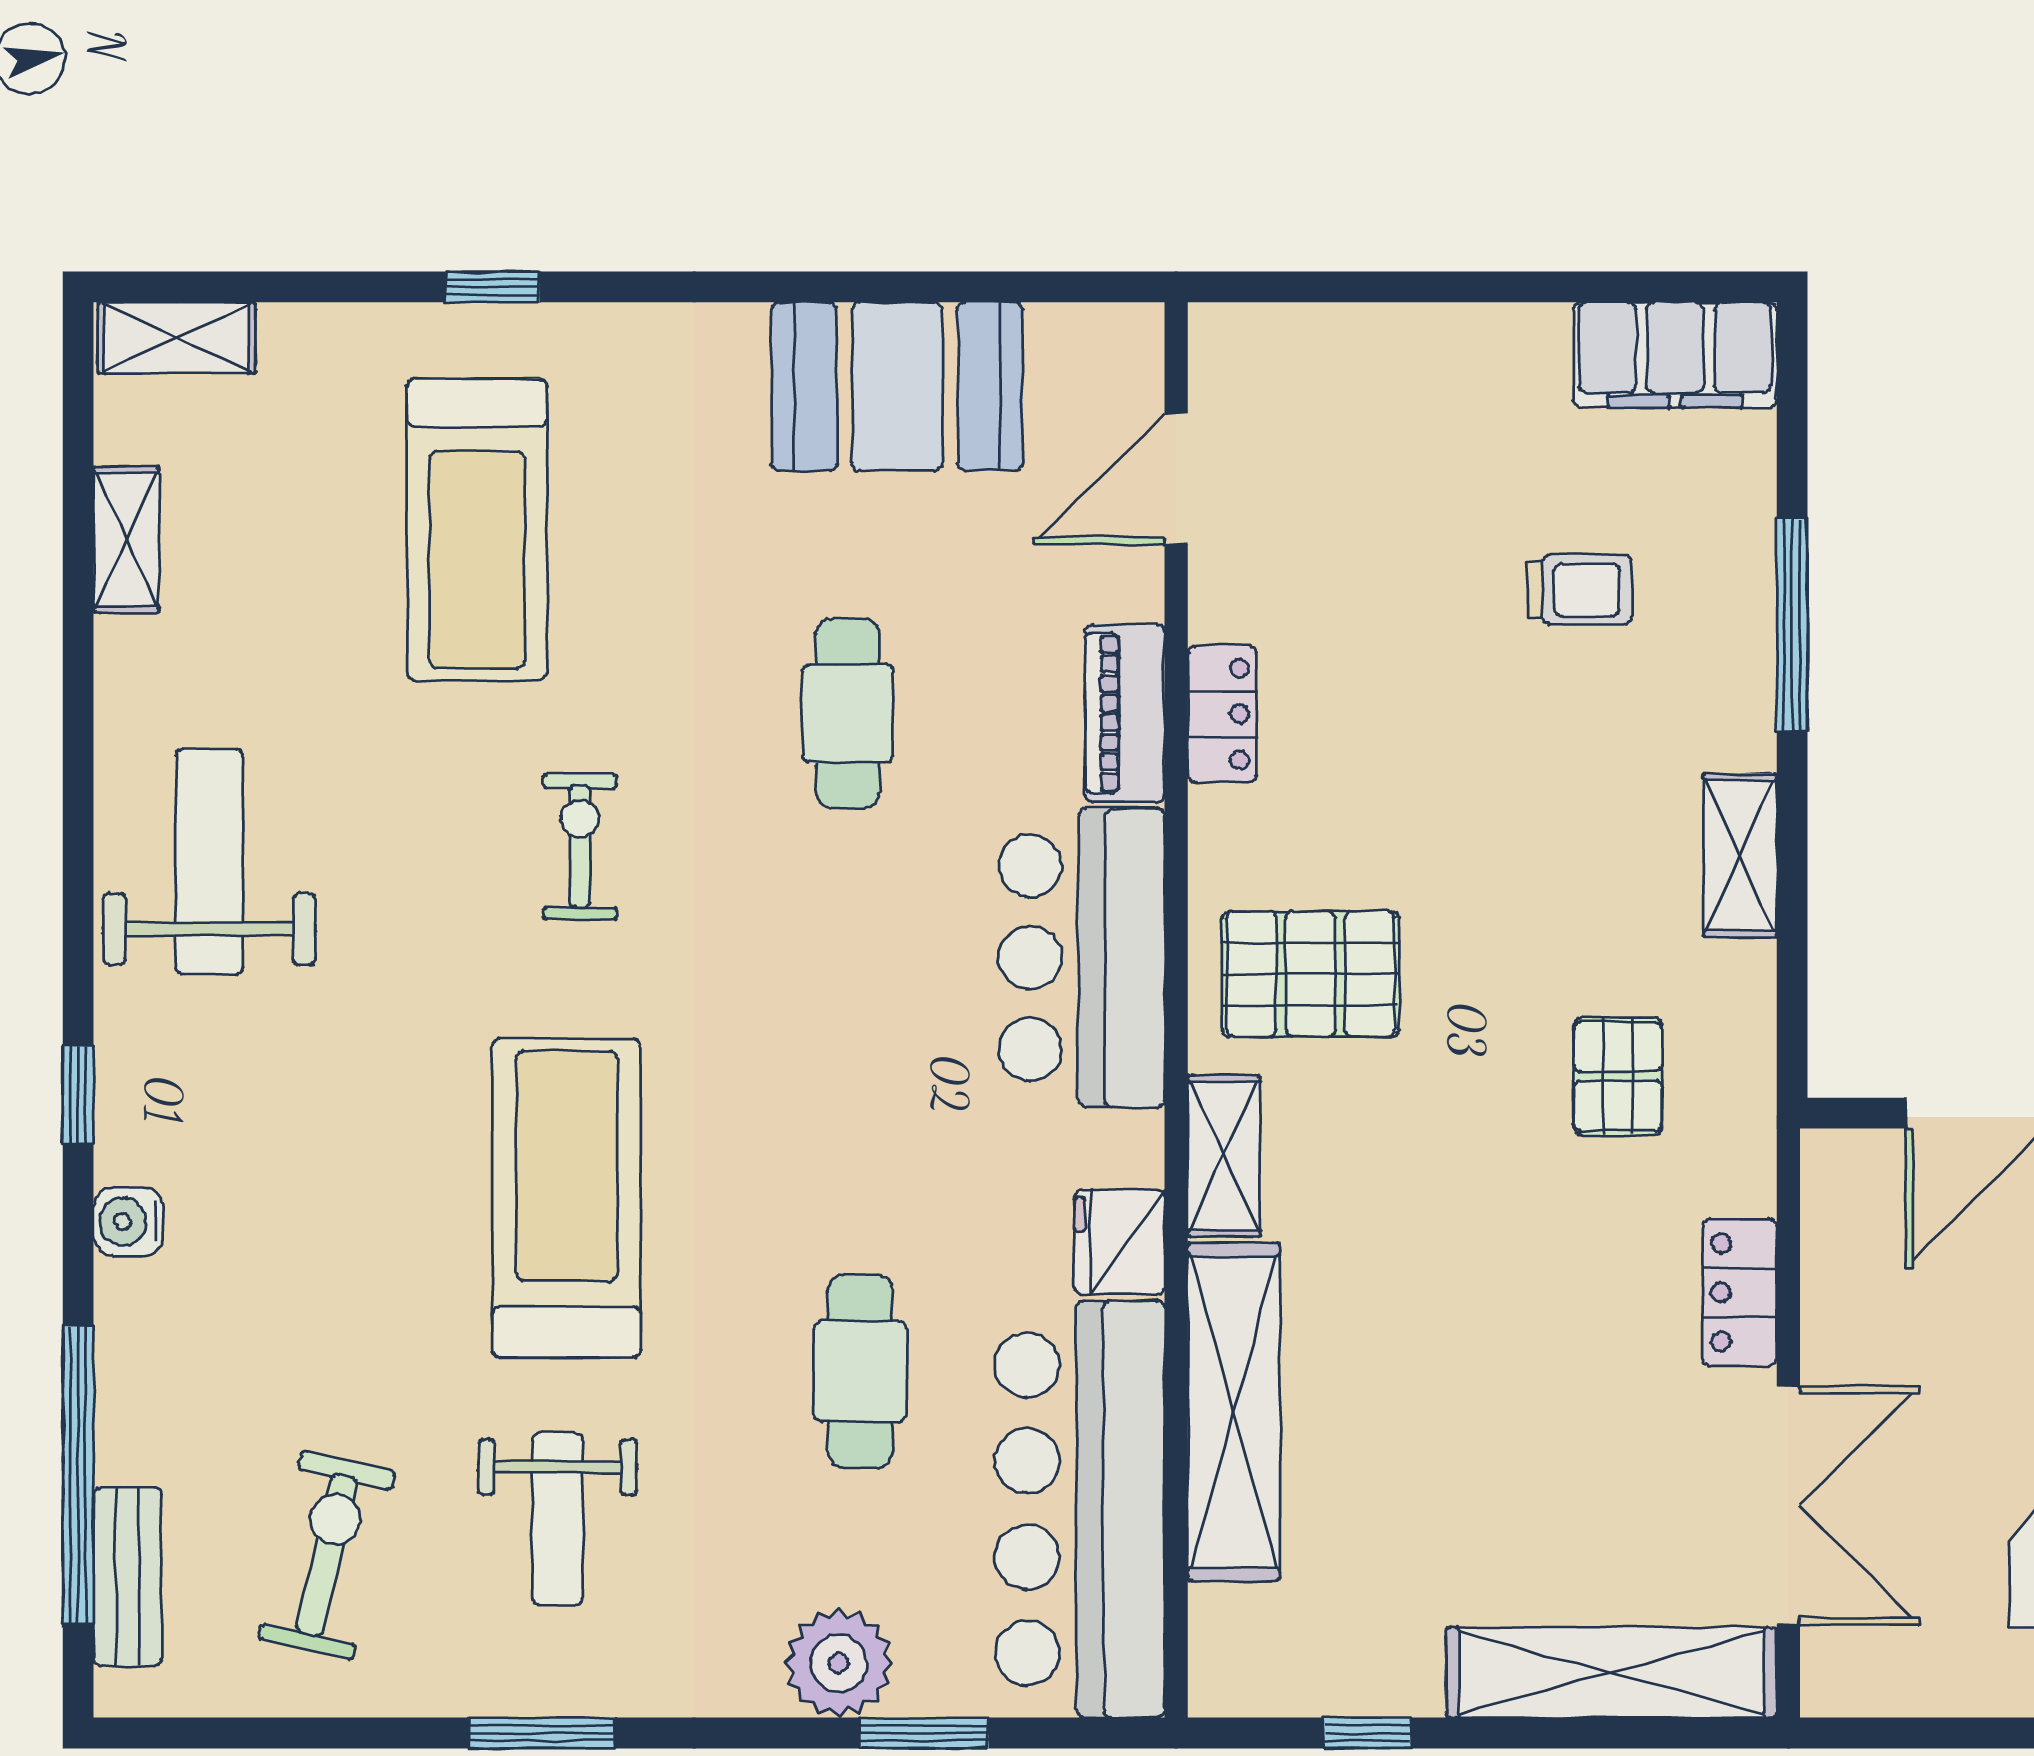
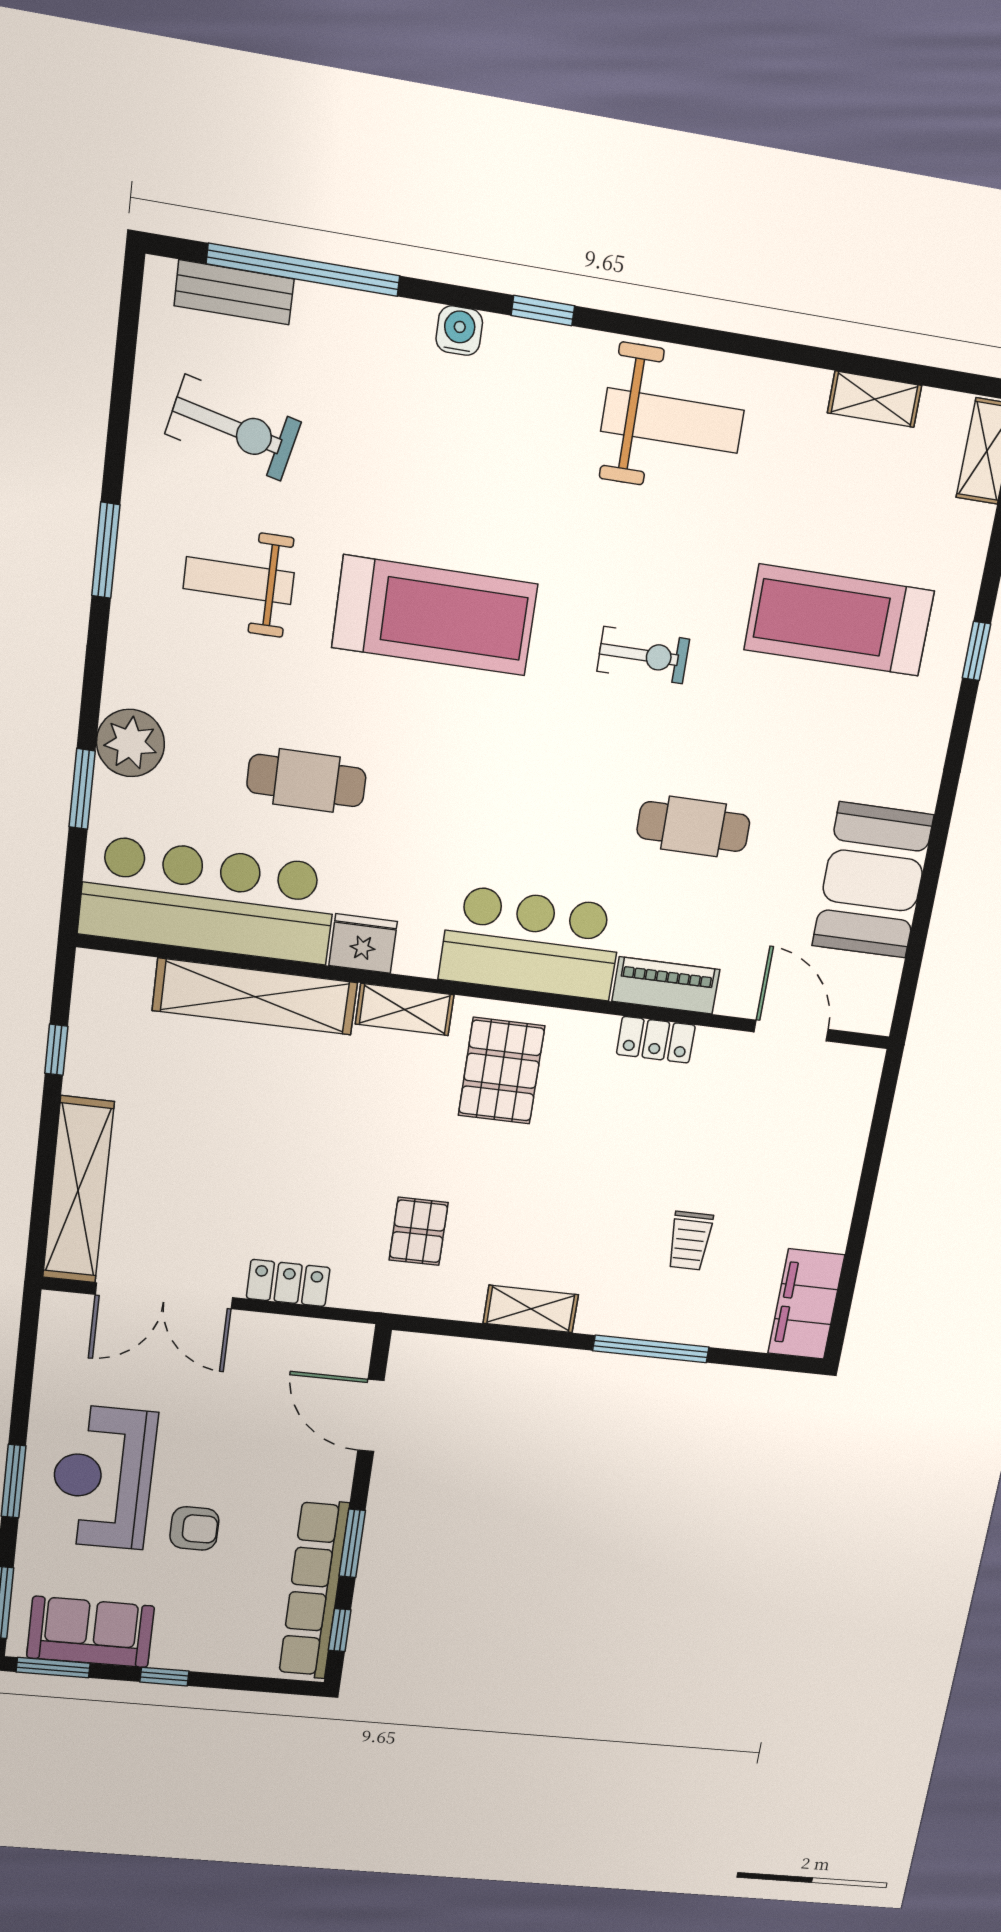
pallet: (1618, 1076) -> (419, 1231), turned 90

